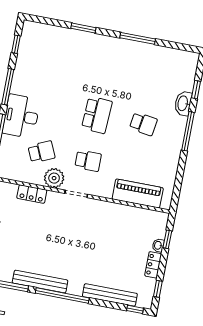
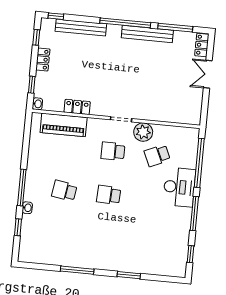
washbasin: (183, 103) -> (27, 208), width x0.52, depth x0.69
school desk: (97, 115) -> (109, 195), width x0.54
locker: (32, 194) -> (77, 107), moved
washbasin: (158, 245) -> (37, 104), moved

